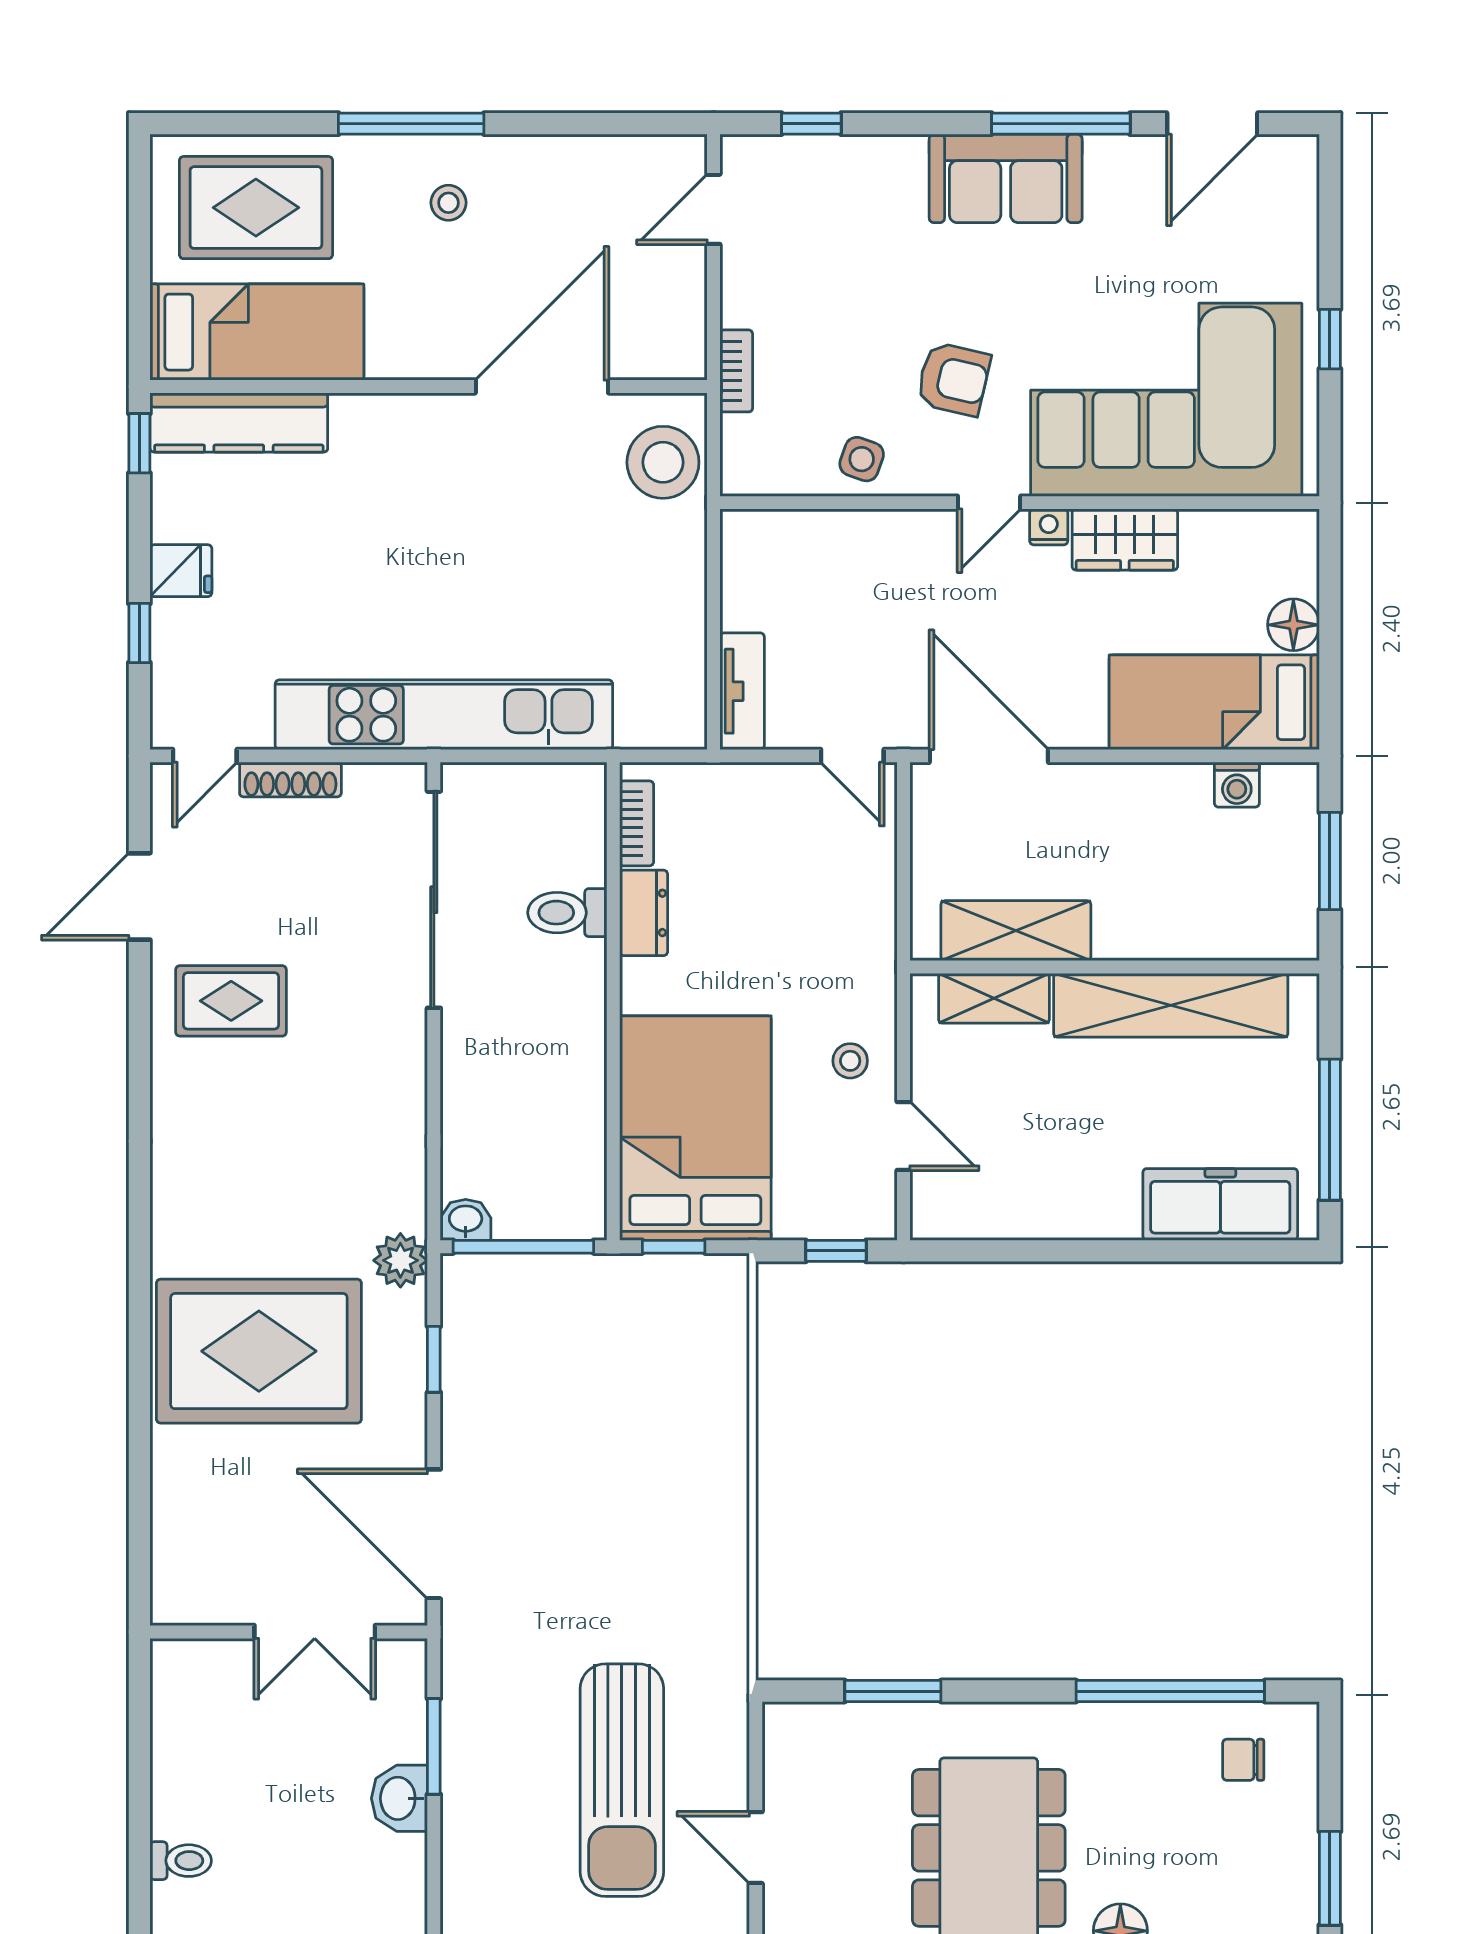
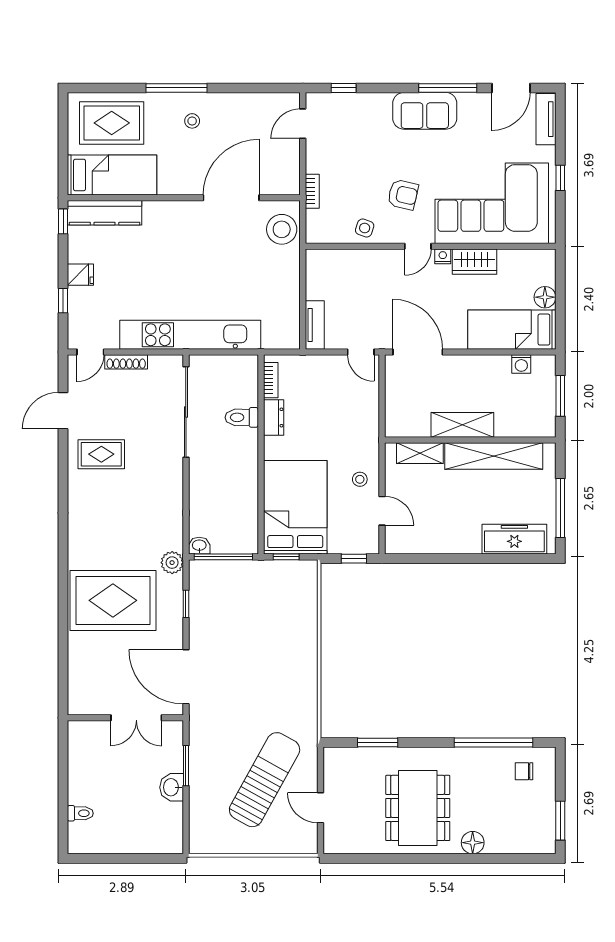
tv unit: (1296, 198) -> (546, 119), added
shelving: (1016, 931) -> (462, 425), moved
sun lounger: (622, 1780) -> (265, 780), turned -151

